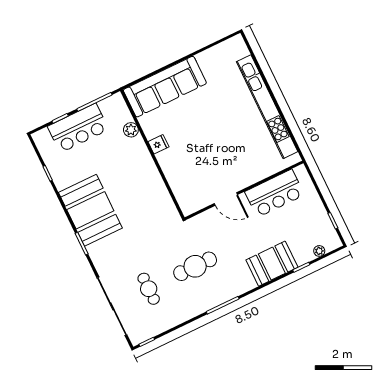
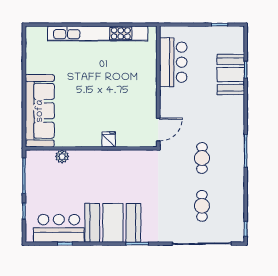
bar counter: (78, 128) -> (59, 228), moved, turned -90
fridge: (158, 144) -> (109, 139), moved
door: (226, 199) -> (158, 130), moved
plant: (319, 251) -> (239, 48), removed
booth: (272, 264) -> (231, 75), moved
cafe table: (195, 266) -> (202, 158), width x0.73, depth x0.74
cafe table: (149, 289) -> (202, 206), turned 90

